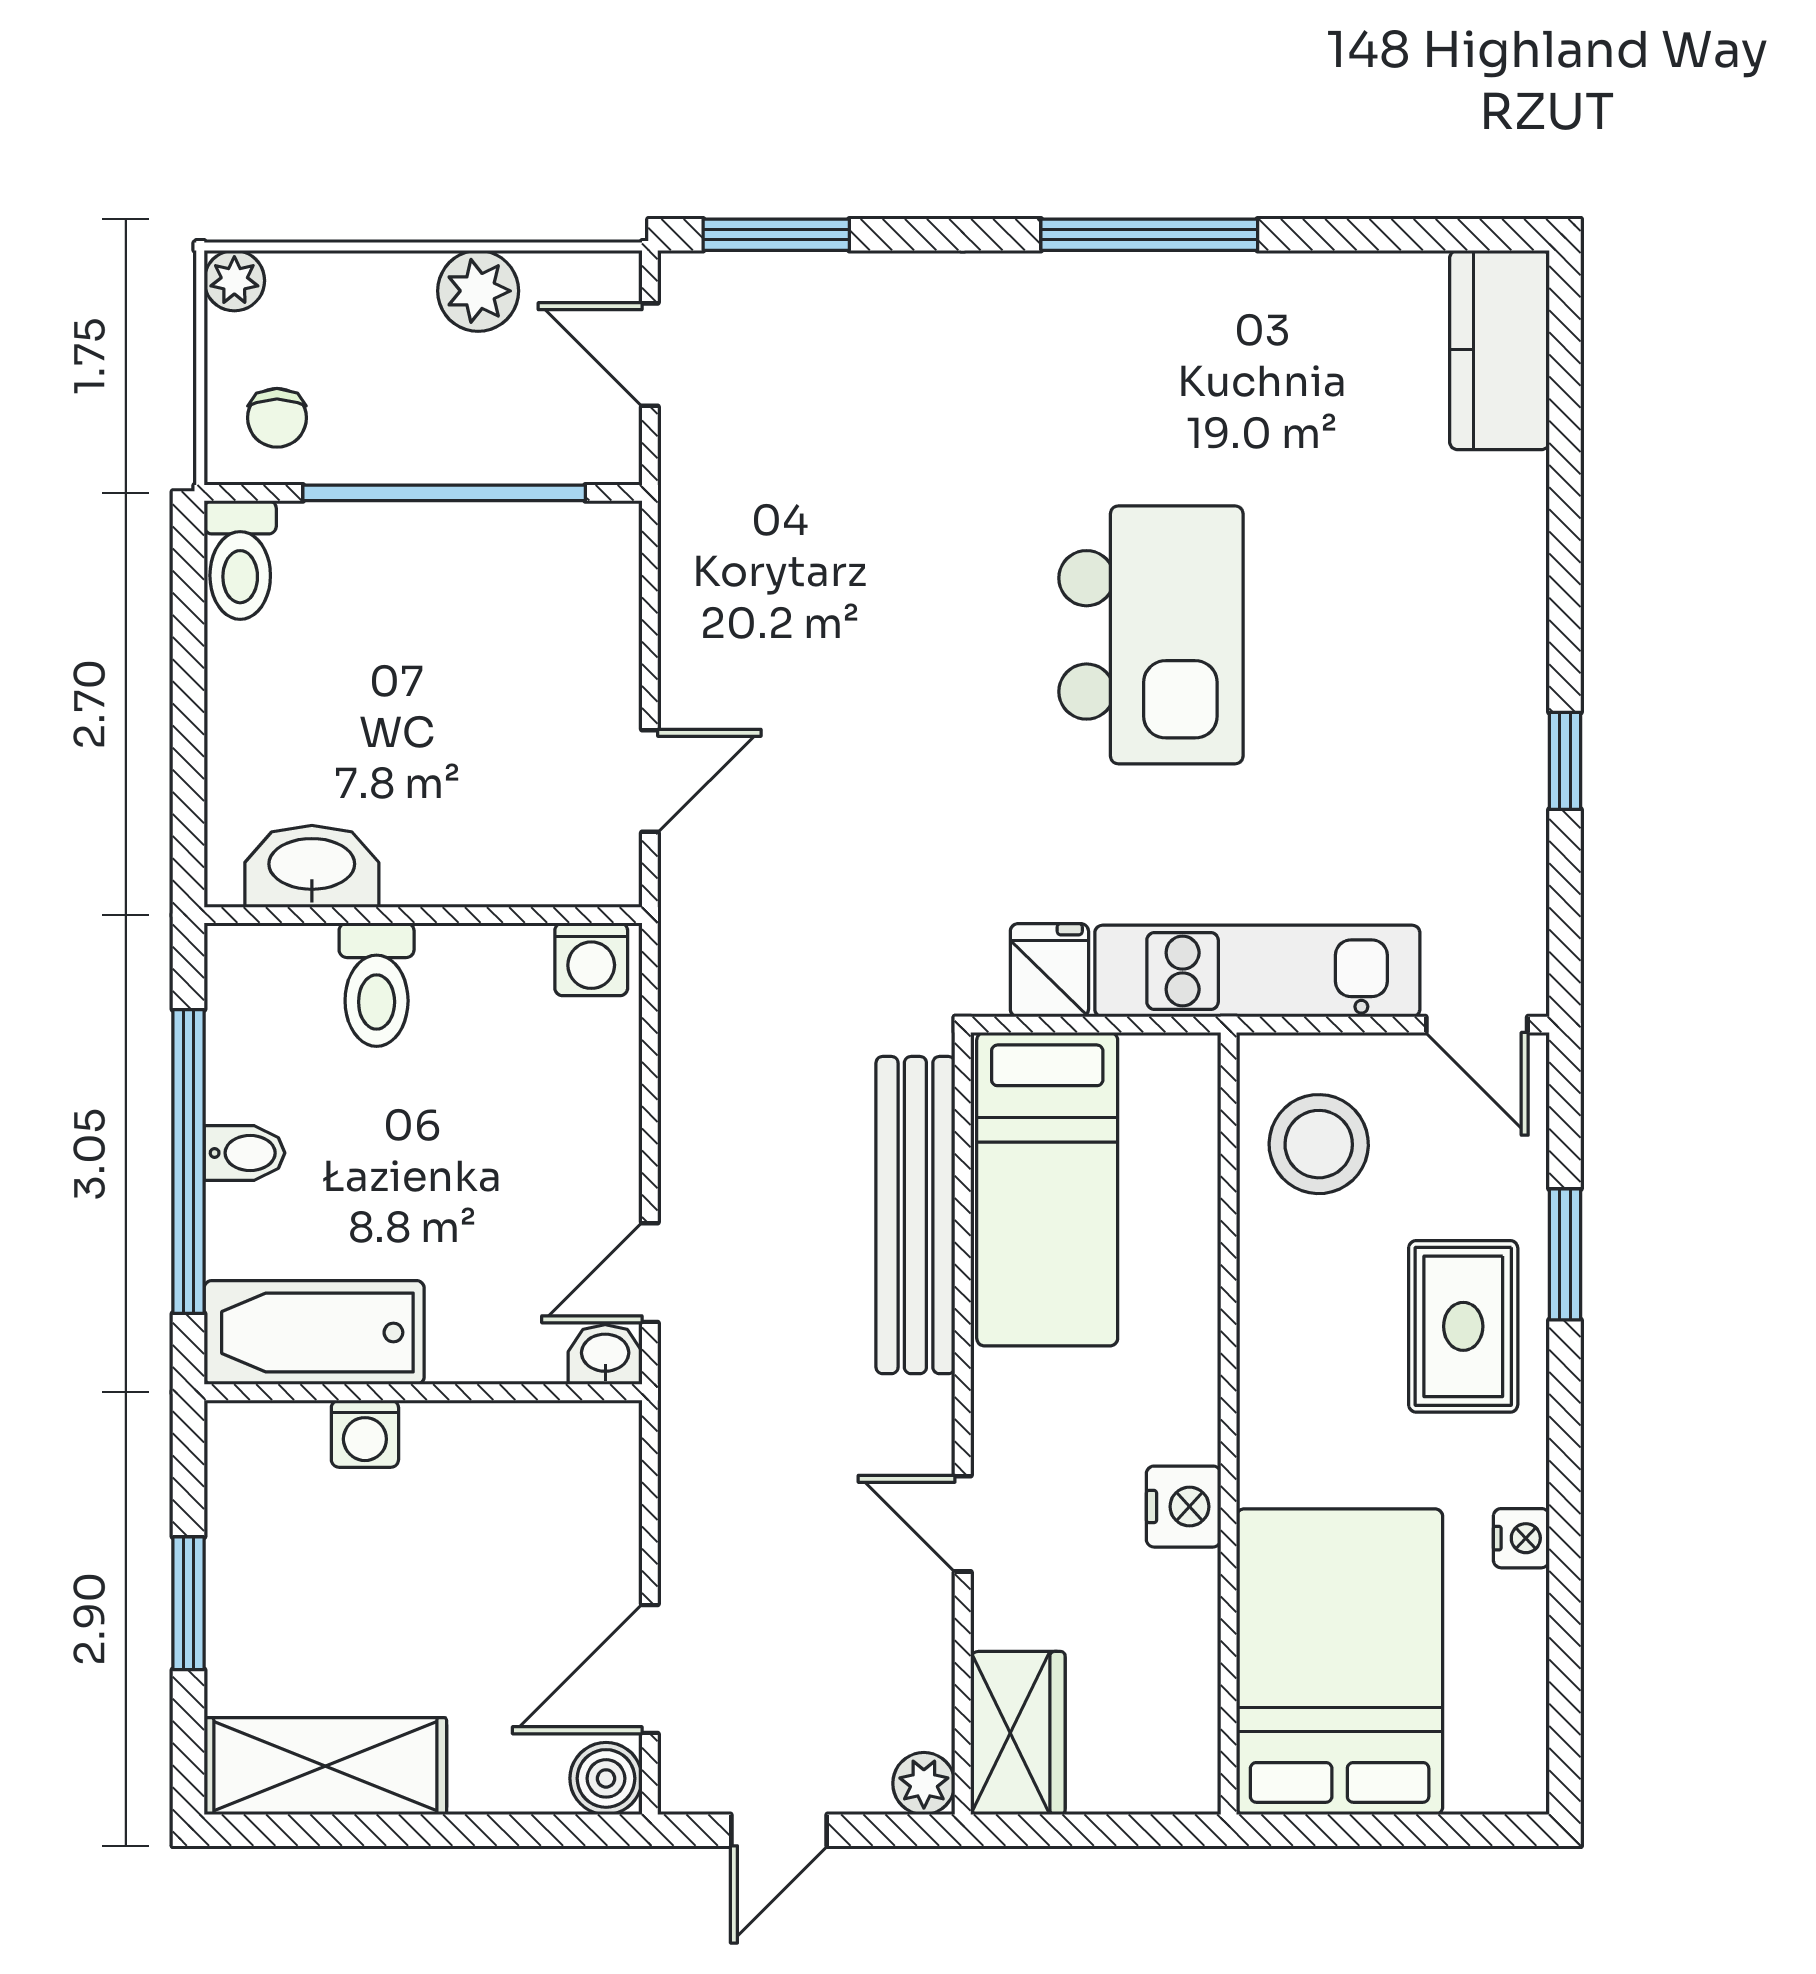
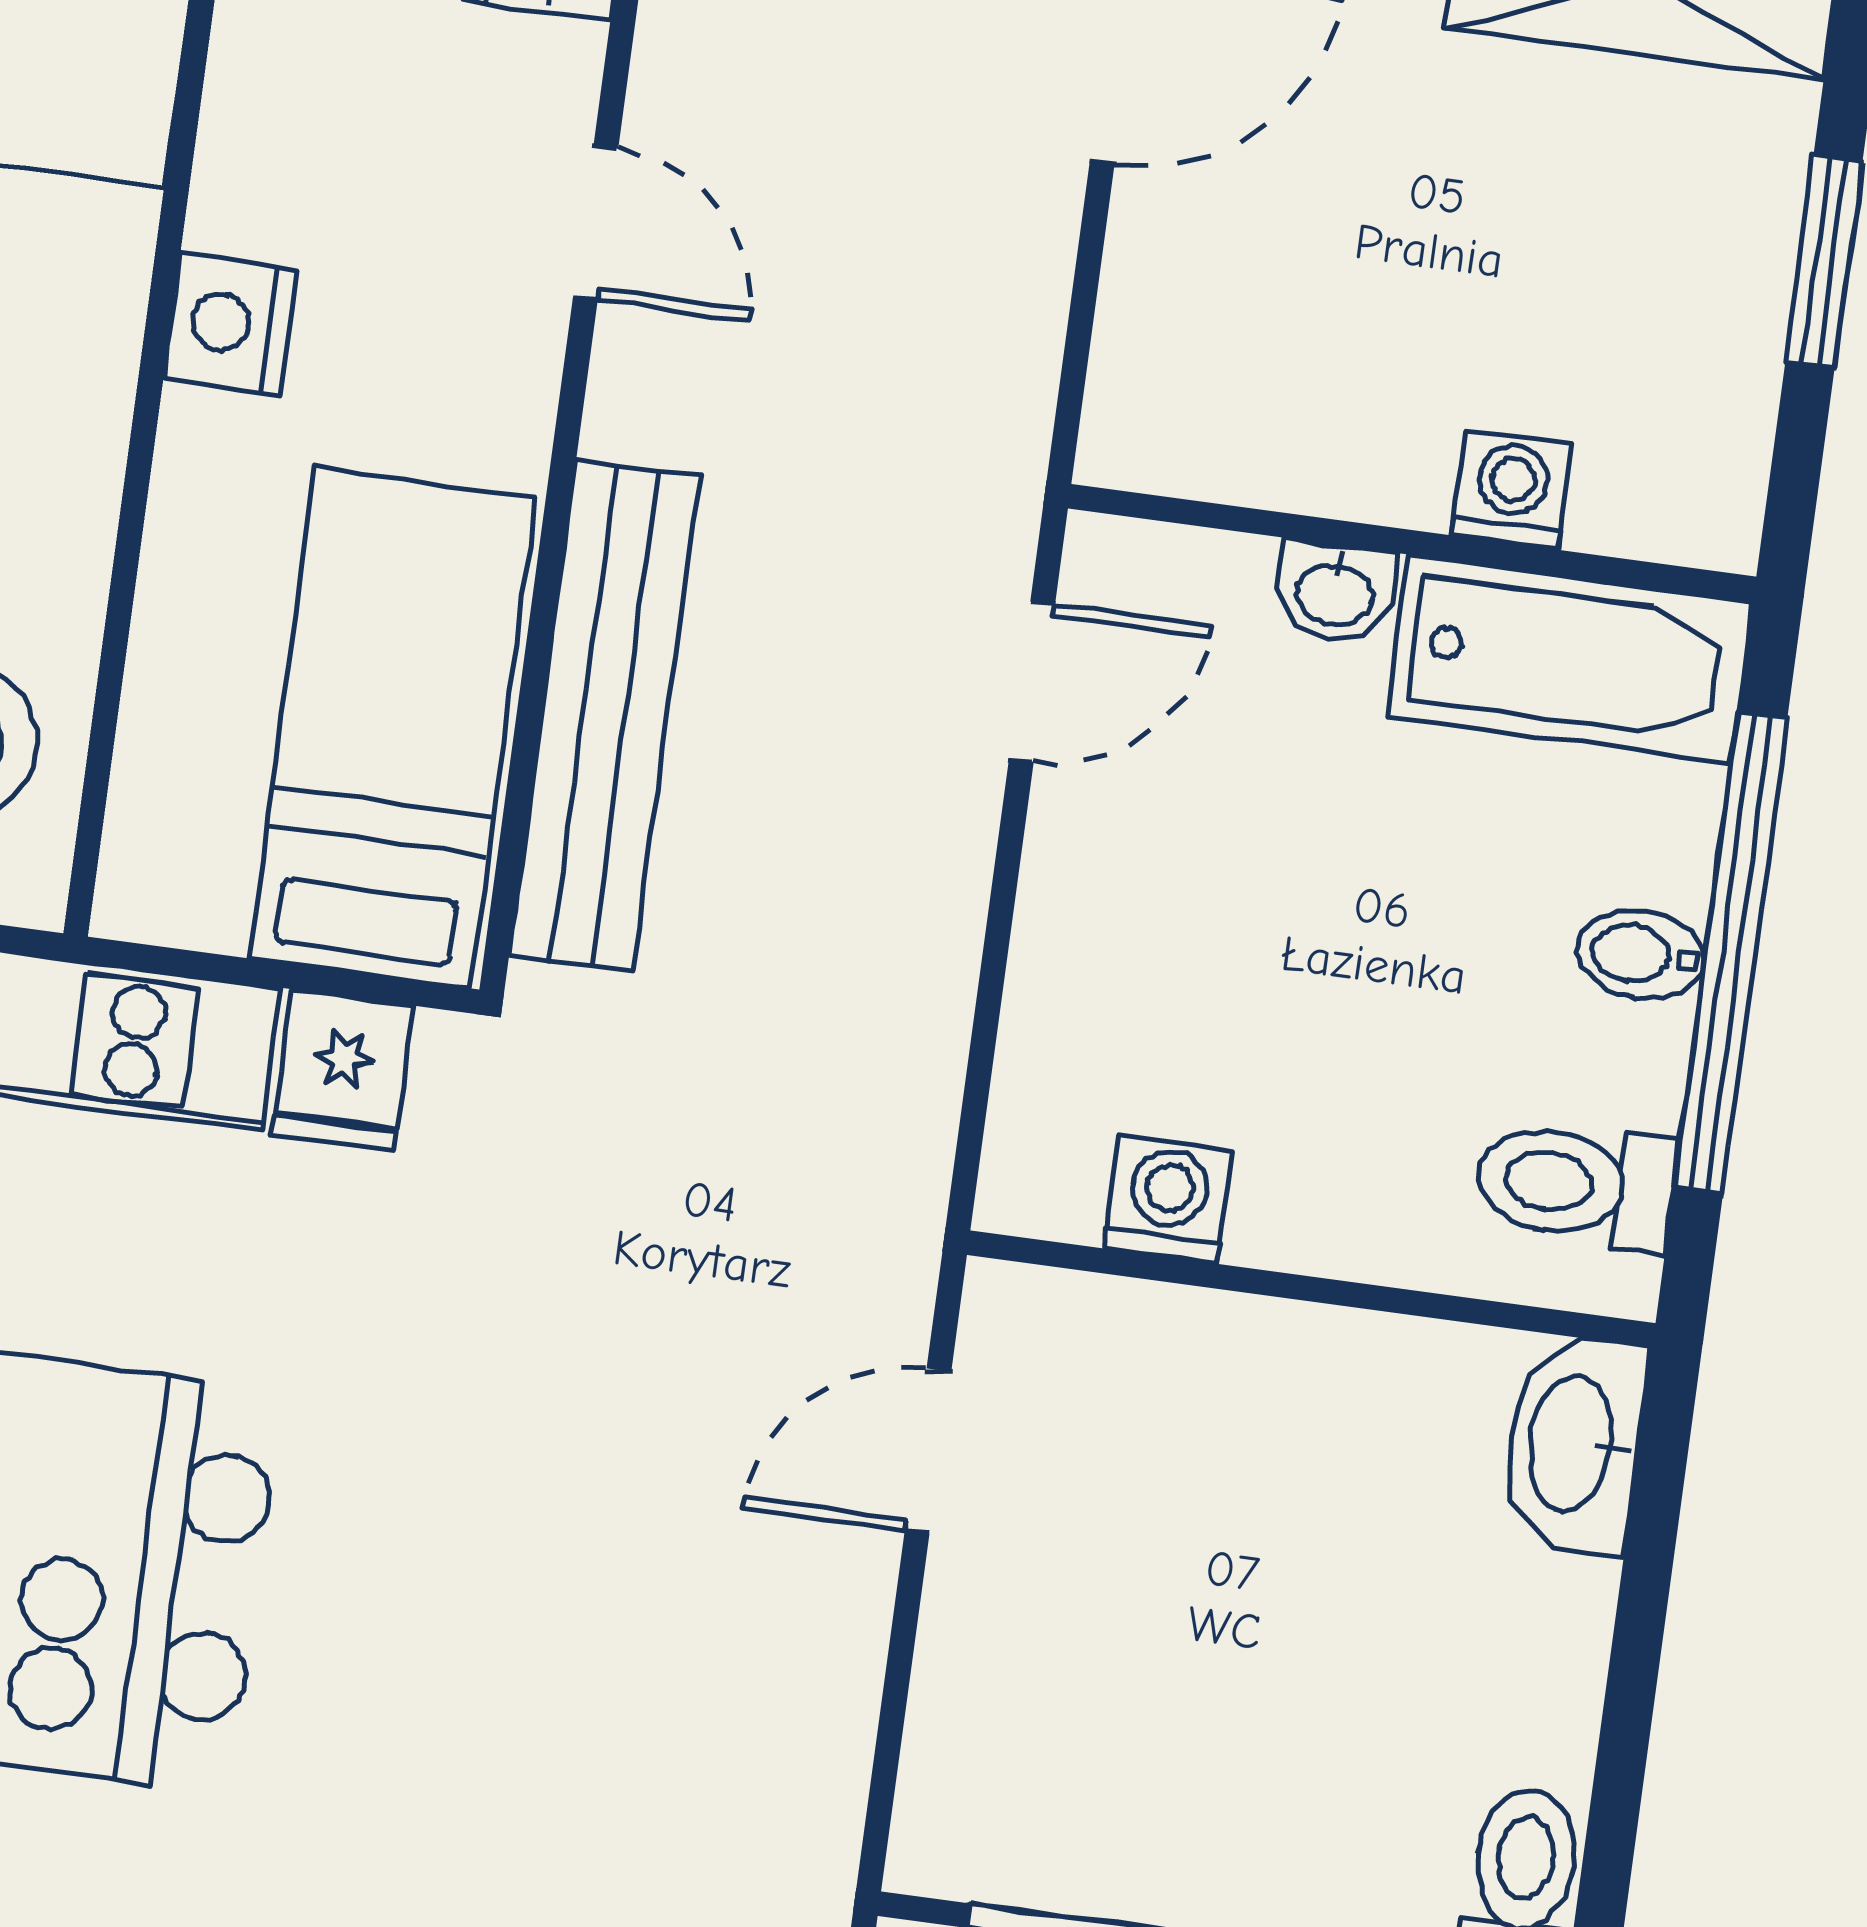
washbasin: (312, 866) -> (1574, 1444), moved, turned 90
washing machine: (591, 959) -> (1168, 1199), moved
toilet: (377, 985) -> (1576, 1185), moved, turned -90
washbasin: (605, 1355) -> (1335, 592), moved
nightstand: (1184, 1507) -> (230, 324), moved

